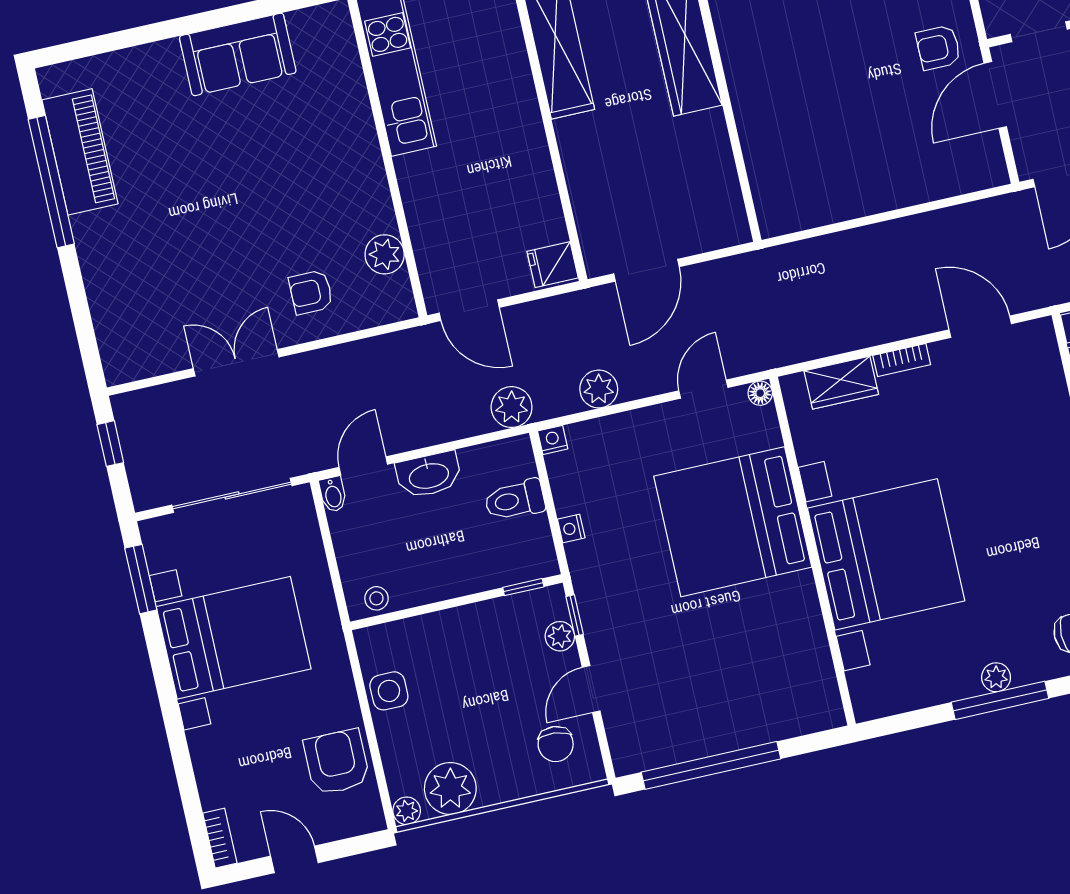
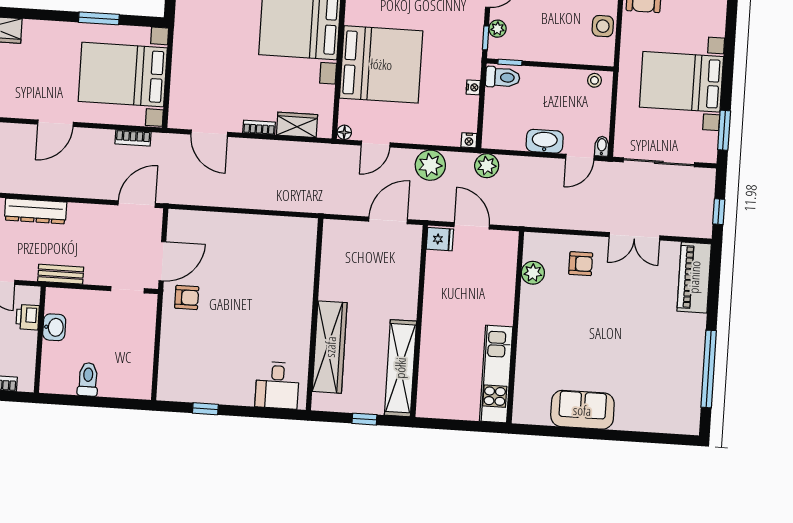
piano: (80, 152) -> (694, 277), moved
door: (469, 310) -> (472, 226), moved
plant: (599, 389) -> (430, 165), width x1.36, depth x1.36
toilet: (515, 500) -> (503, 77), moved

